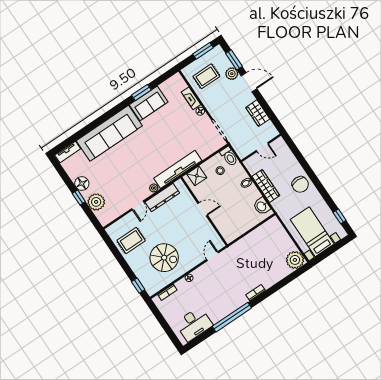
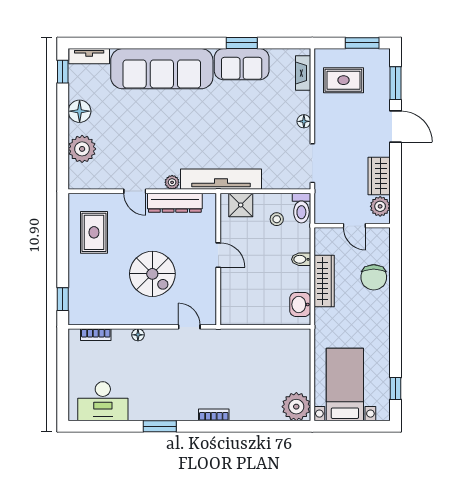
plant: (232, 74) -> (380, 206), moved
fireplace: (191, 98) -> (303, 73), moved
chair: (300, 184) -> (374, 277), moved
window: (79, 198) -> (63, 72), moved
door: (138, 205) -> (135, 191), hinge flipped
rug: (131, 241) -> (94, 232), turned 90
door: (213, 256) -> (189, 327), hinge flipped
spiral stairs: (164, 258) -> (152, 274), moved
window: (232, 317) -> (160, 426), width x0.47

